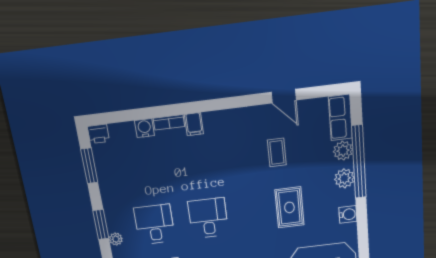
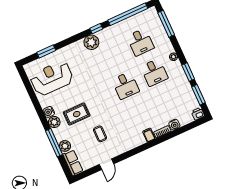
door: (284, 96) -> (107, 164), swing flipped
window: (359, 162) -> (54, 143), width x0.68
plant: (344, 178) -> (54, 122), moved
rug: (289, 207) -> (77, 114), moved, turned 90
window: (101, 224) -> (188, 72), moved

